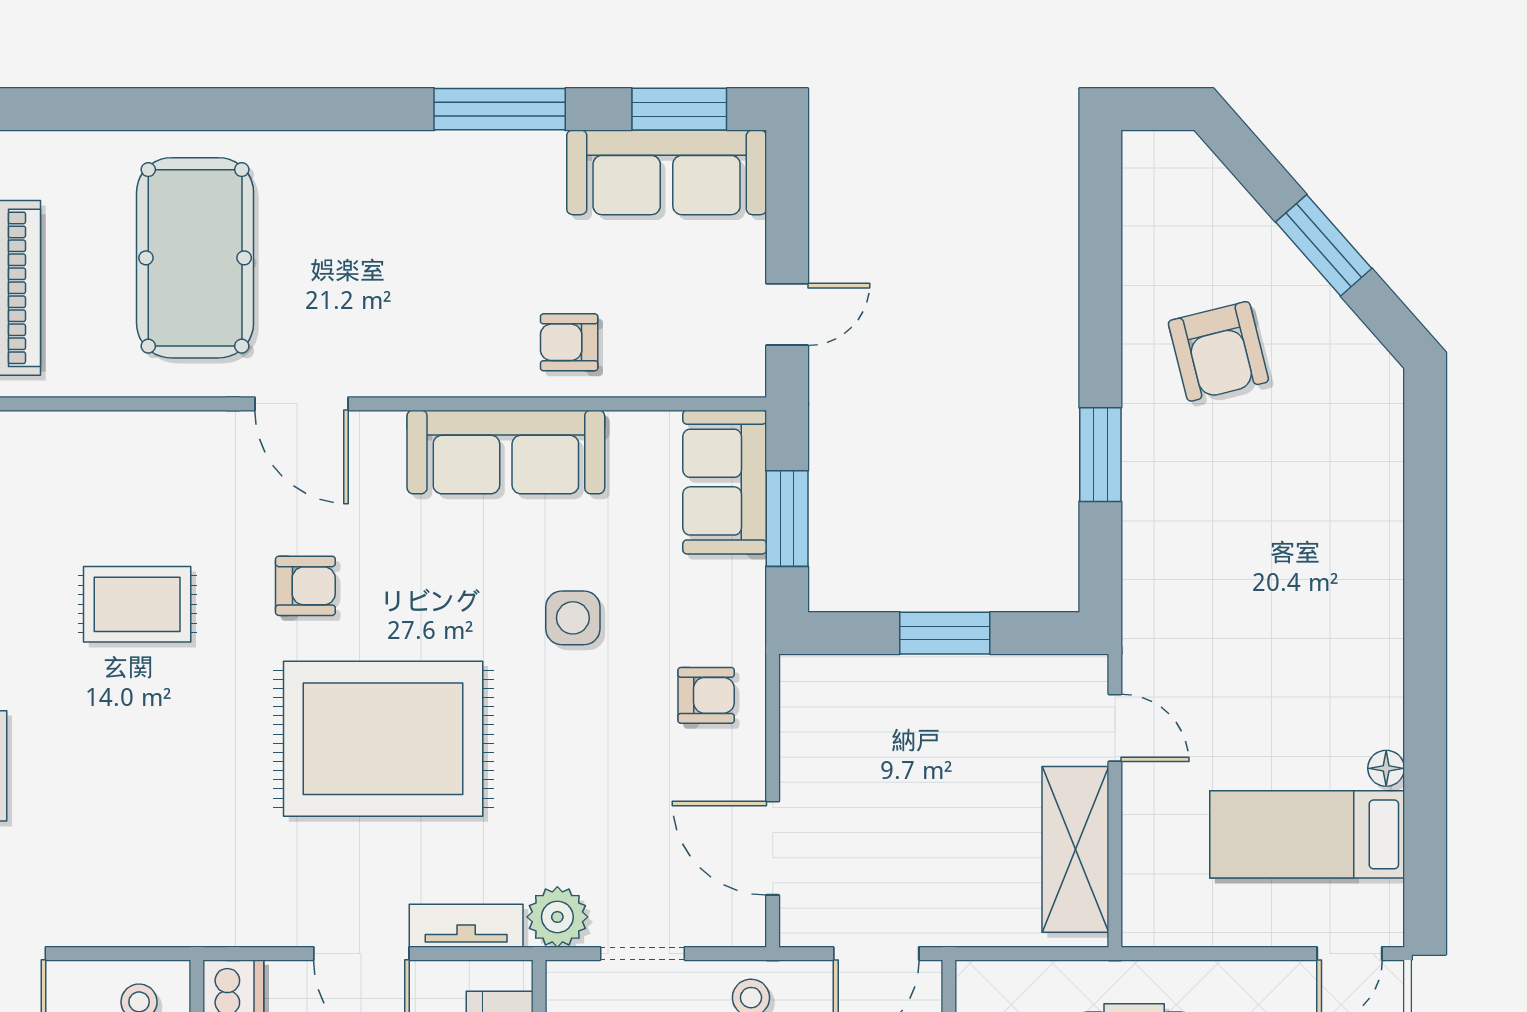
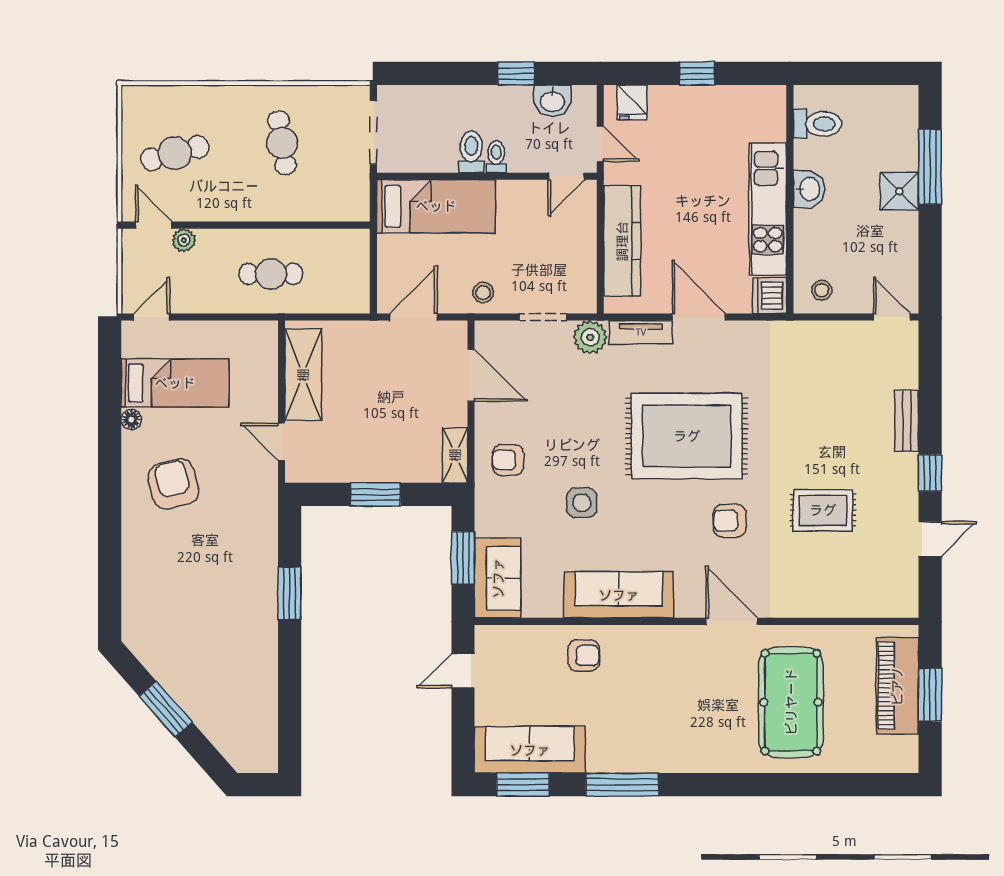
armchair: (1218, 351) -> (173, 484), moved
shelving: (801, 704) -> (455, 455), added

